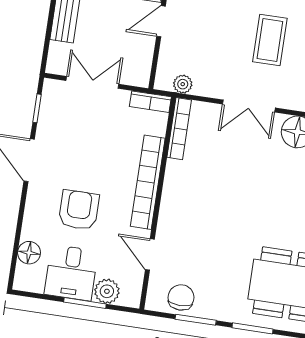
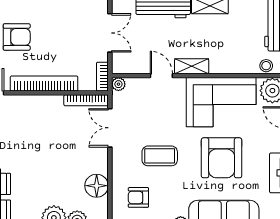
plant: (183, 84) -> (118, 84), moved
double door: (249, 106) -> (110, 128), moved

